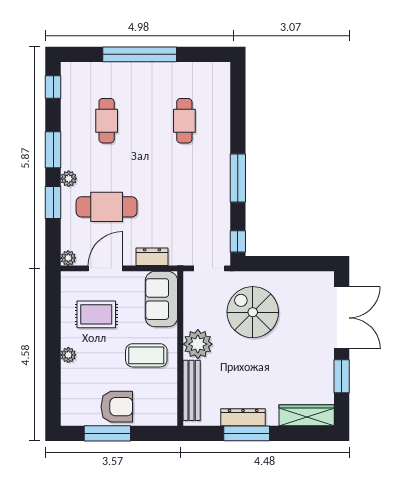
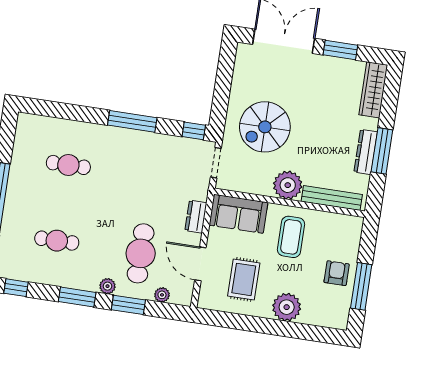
plant: (68, 258) -> (162, 295), moved
plant: (68, 355) -> (287, 307), width x1.88, depth x1.88
armchair: (117, 407) -> (337, 273), width x0.72, depth x0.72

